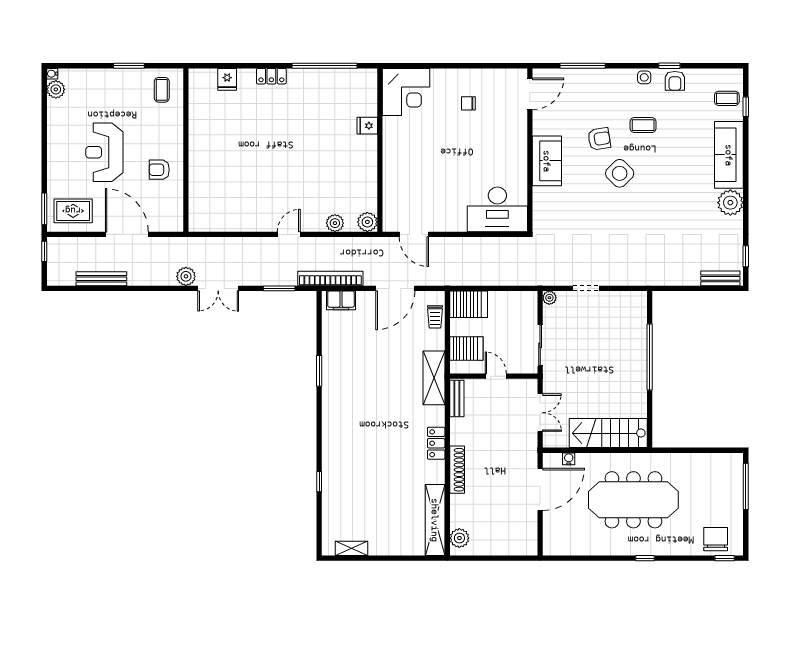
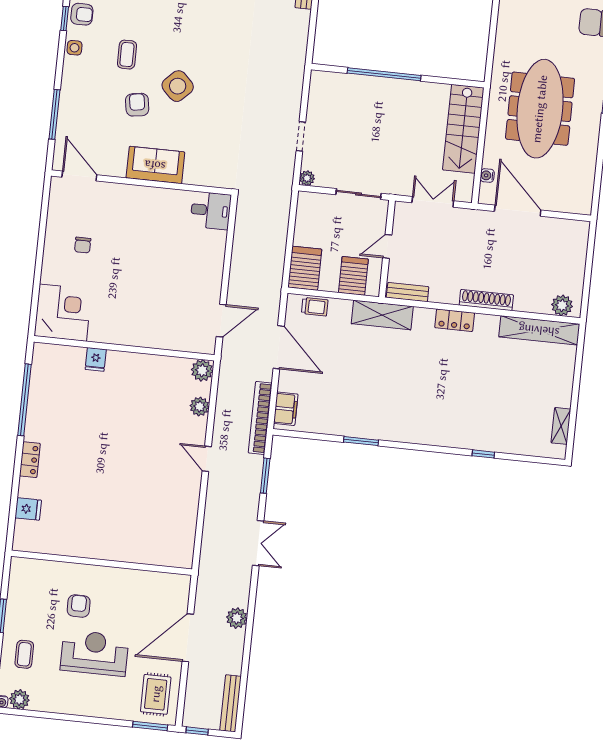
coffee table: (162, 90) -> (24, 654), moved, turned 90
reception desk: (104, 152) -> (94, 653), turned 180
armchair: (159, 170) -> (79, 606), moved, turned 180
desk: (497, 209) -> (211, 210), width x0.53, depth x0.77
plant: (186, 276) -> (237, 618), moved
bench: (101, 279) -> (231, 703), moved

